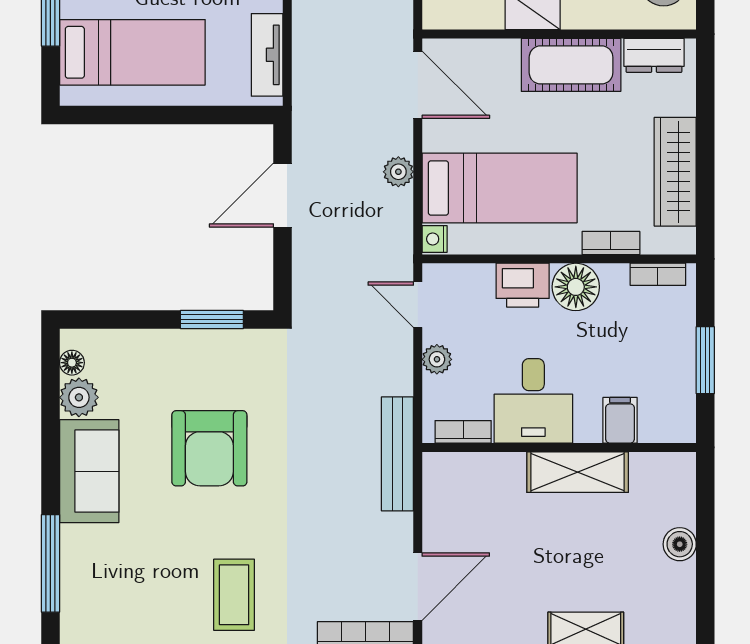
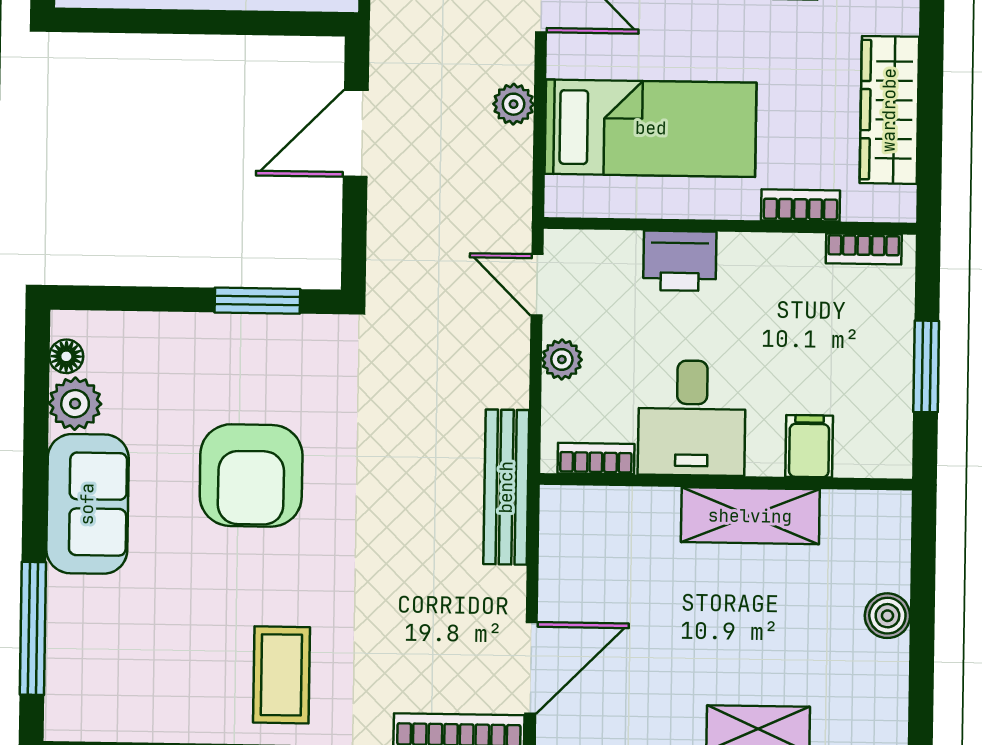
nightstand: (435, 239) -> (561, 196), removed
floor lamp: (576, 287) -> (752, 264), removed

